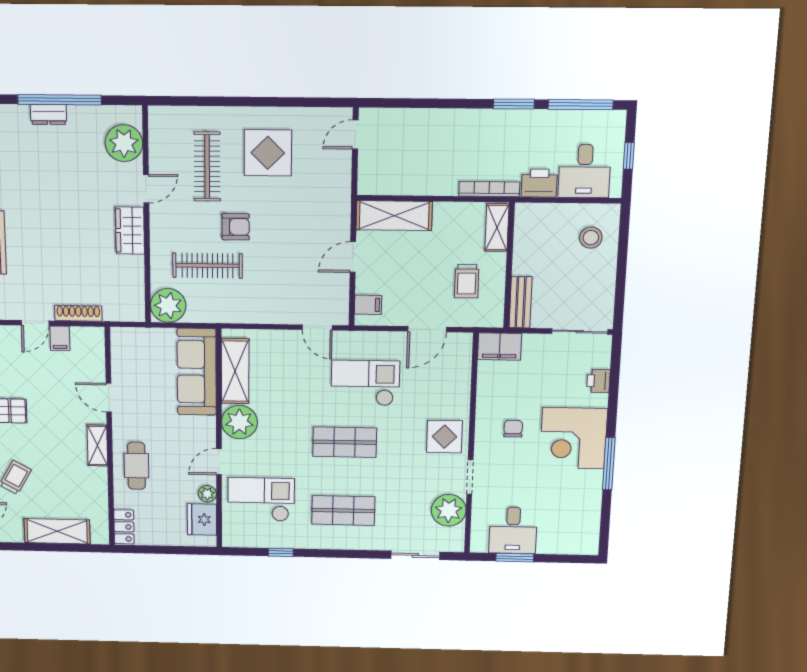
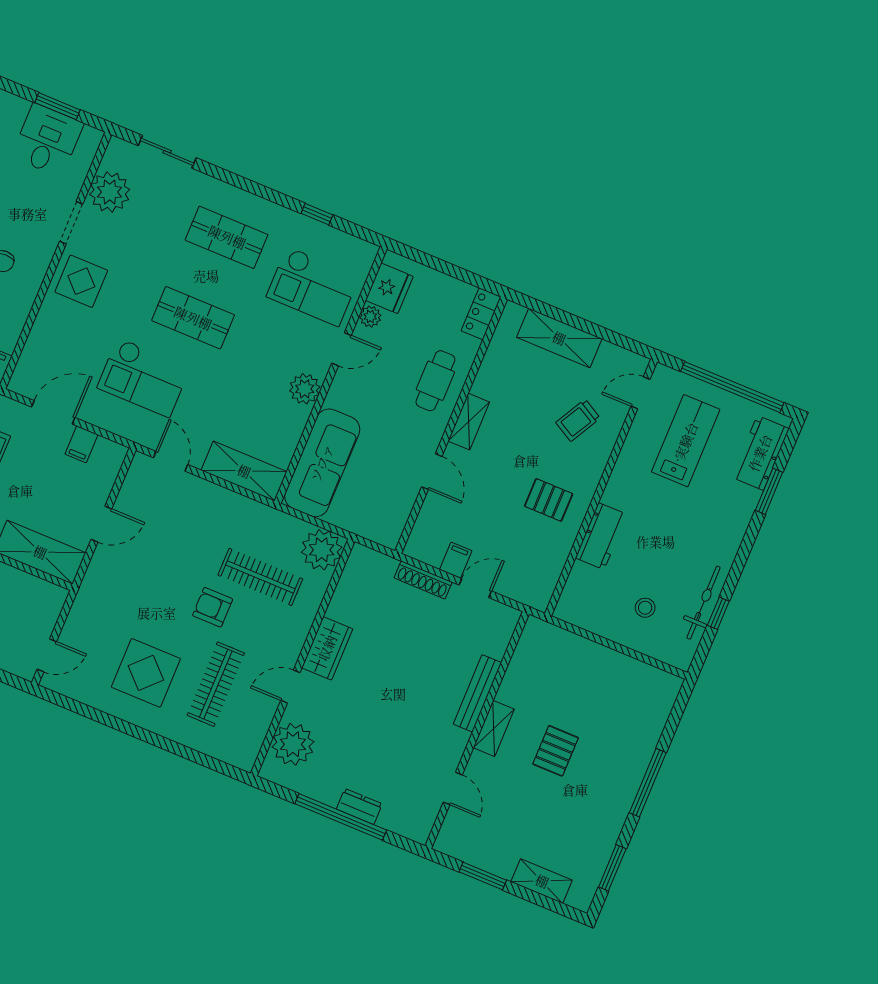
filing cabinet: (368, 305) -> (82, 444), moved, turned -90
shelving: (235, 371) -> (244, 471), moved, turned 90
plant: (239, 422) -> (305, 389), width x0.73, depth x0.73

